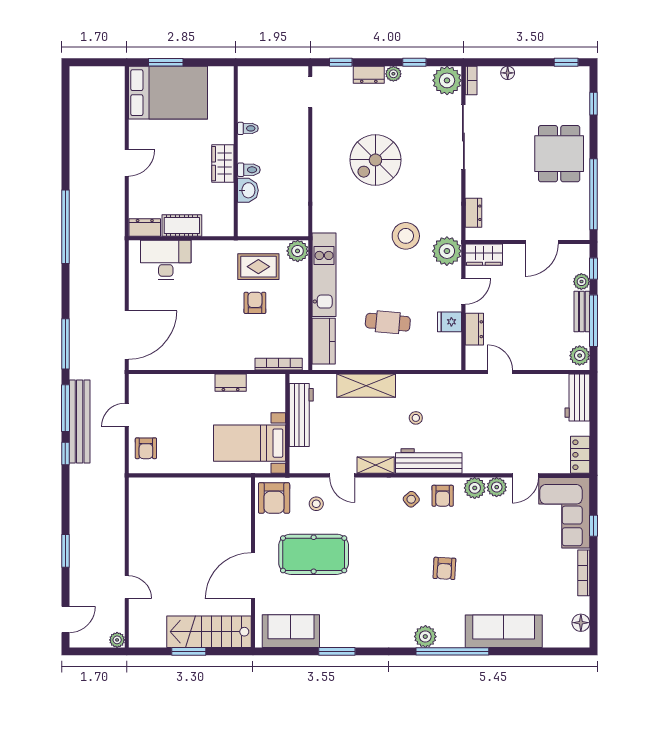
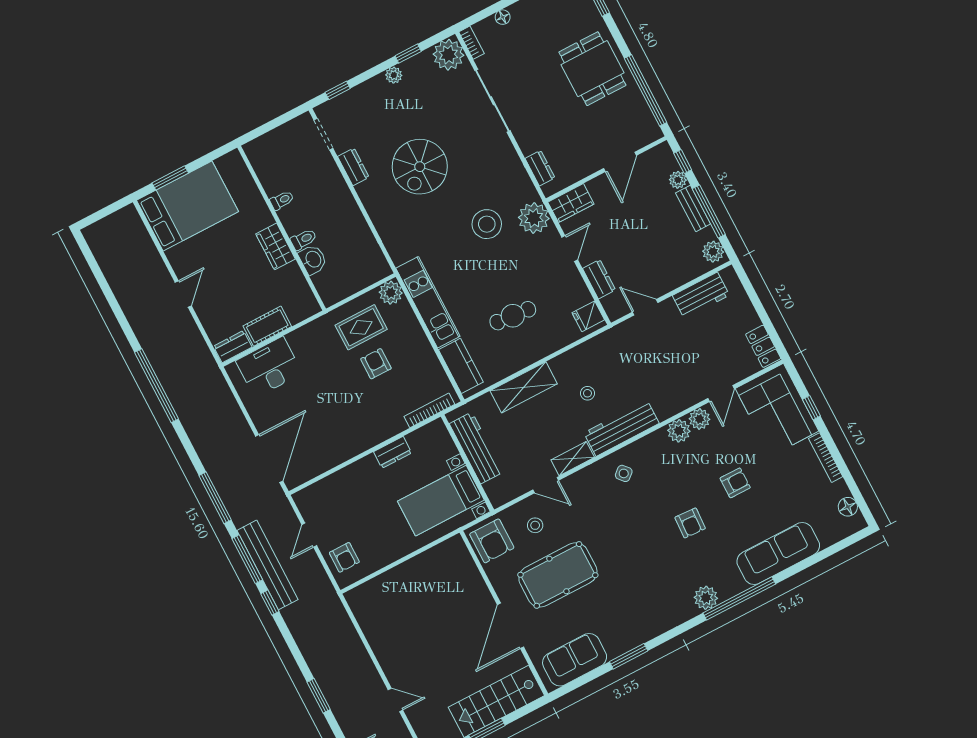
dresser: (369, 75) -> (353, 167), moved, turned -90
fridge: (450, 322) -> (588, 316), moved
workbench: (577, 398) -> (701, 295), moved, turned -90
armchair: (443, 496) -> (735, 483), moved, turned -90

